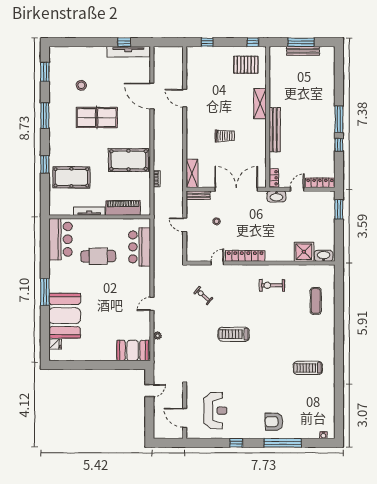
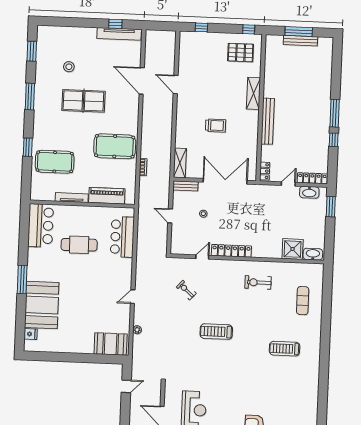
washbasin: (276, 196) -> (309, 192), moved
treadmill: (308, 368) -> (285, 349), moved

